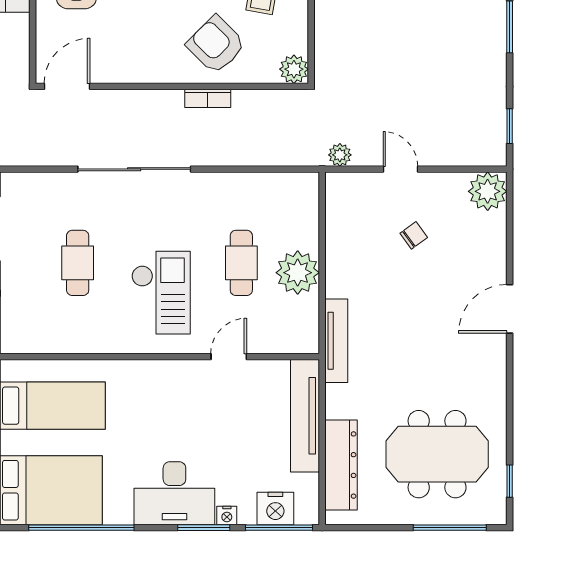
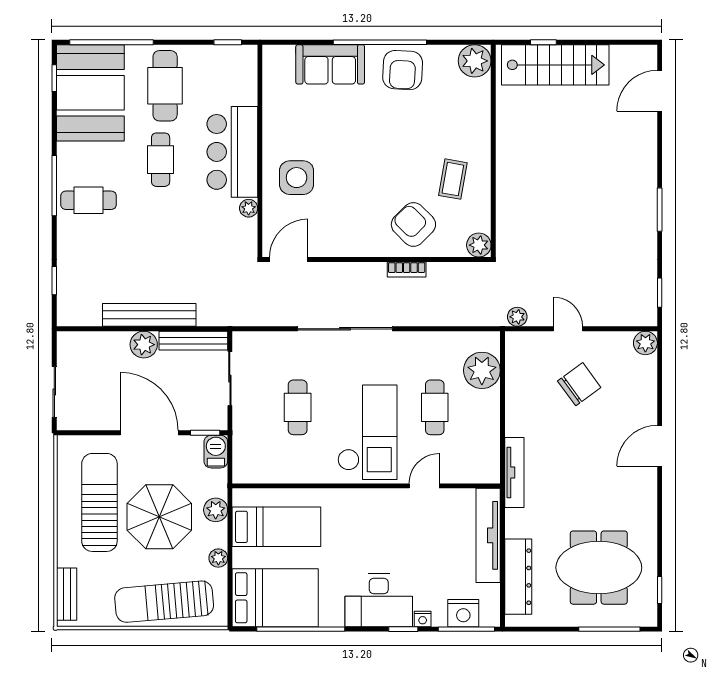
plant: (19, 25) -> (249, 208), added
plant: (488, 191) -> (645, 343), width x0.73, depth x0.73
chair: (414, 235) -> (579, 384), width x1.87, depth x1.87
plant: (298, 273) -> (482, 370), moved
checkout: (161, 293) -> (367, 432), width x1.36, depth x1.21
window: (204, 528) -> (403, 629), width x0.67

